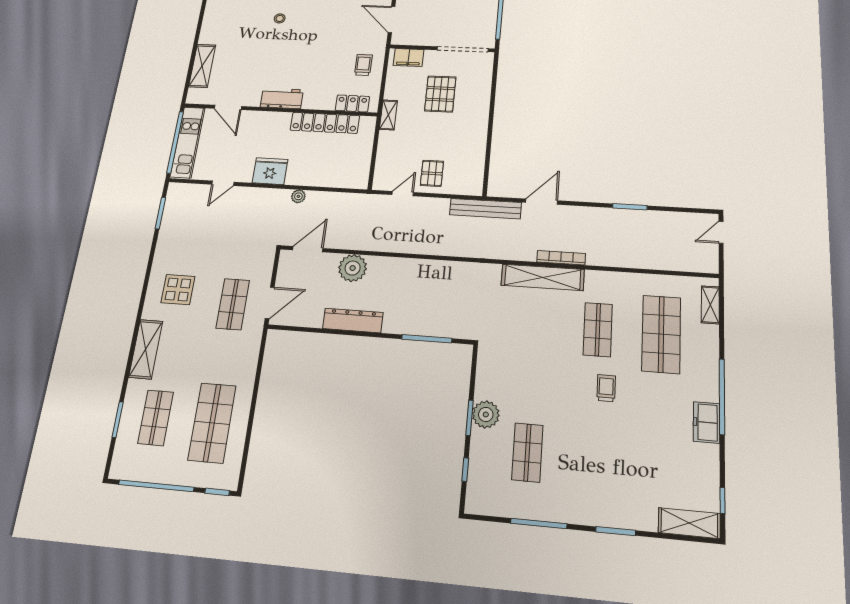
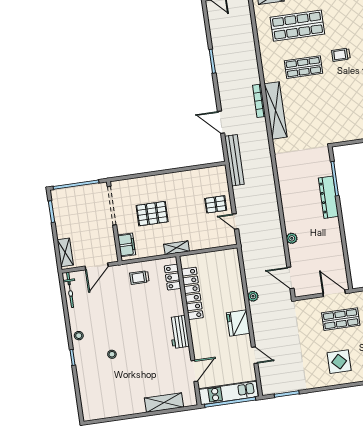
plant: (353, 268) -> (292, 238), width x0.53, depth x0.53
dresser: (353, 320) -> (328, 197), moved

